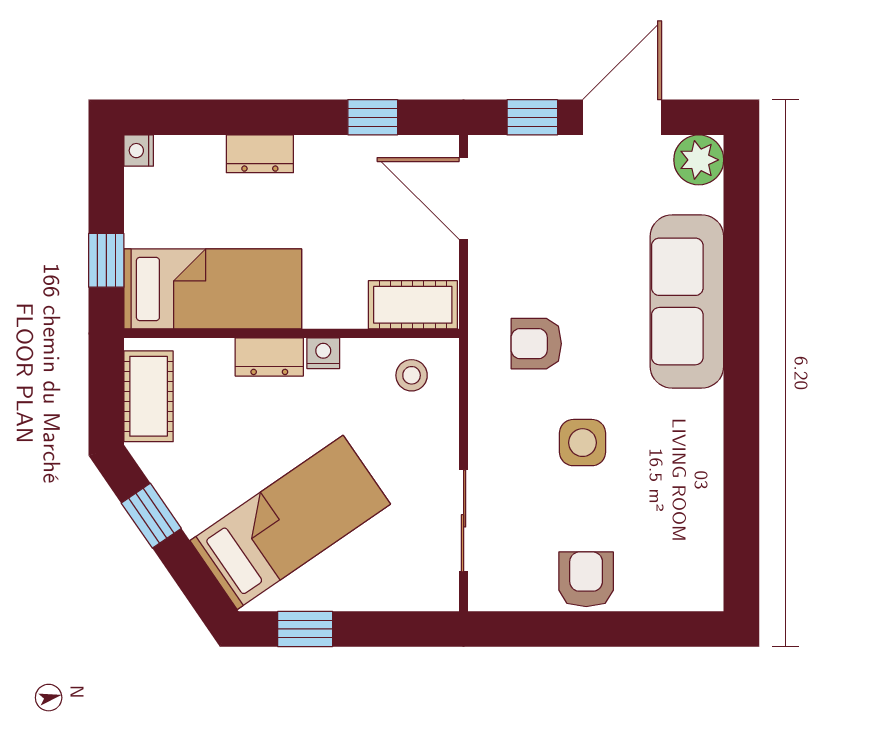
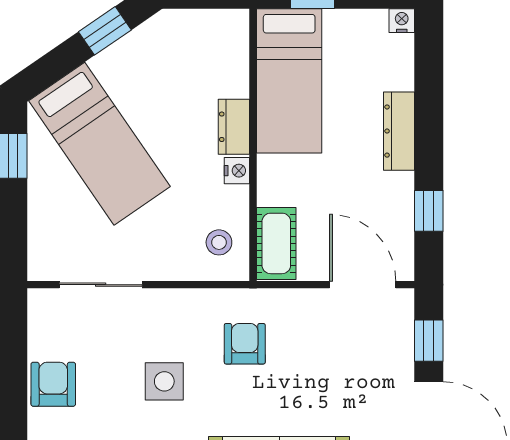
dresser: (260, 154) -> (399, 131), width x1.44
door: (464, 199) -> (363, 285), hinge flipped
cot: (149, 396) -> (202, 29), removed
armchair: (586, 579) -> (53, 384), turned -90

